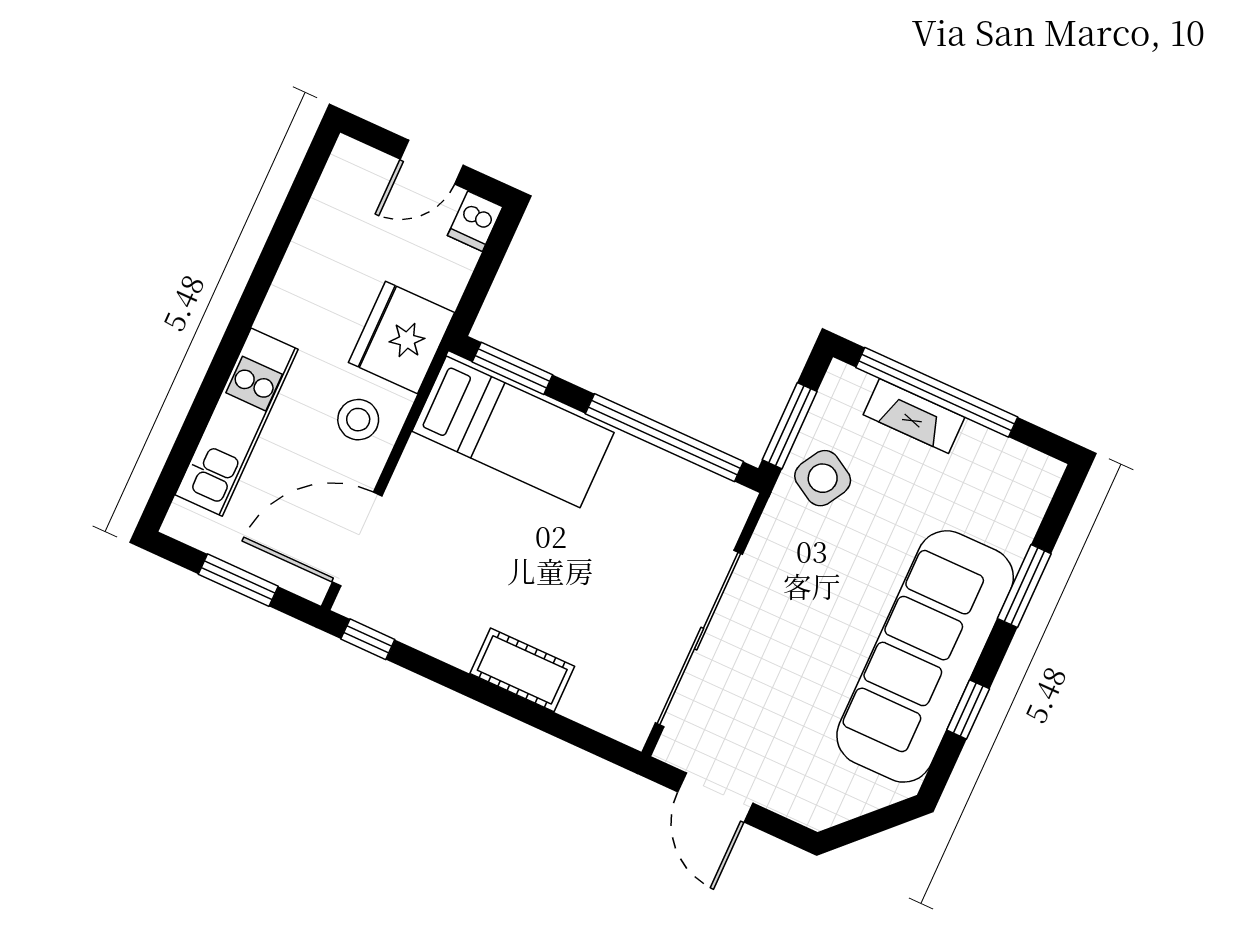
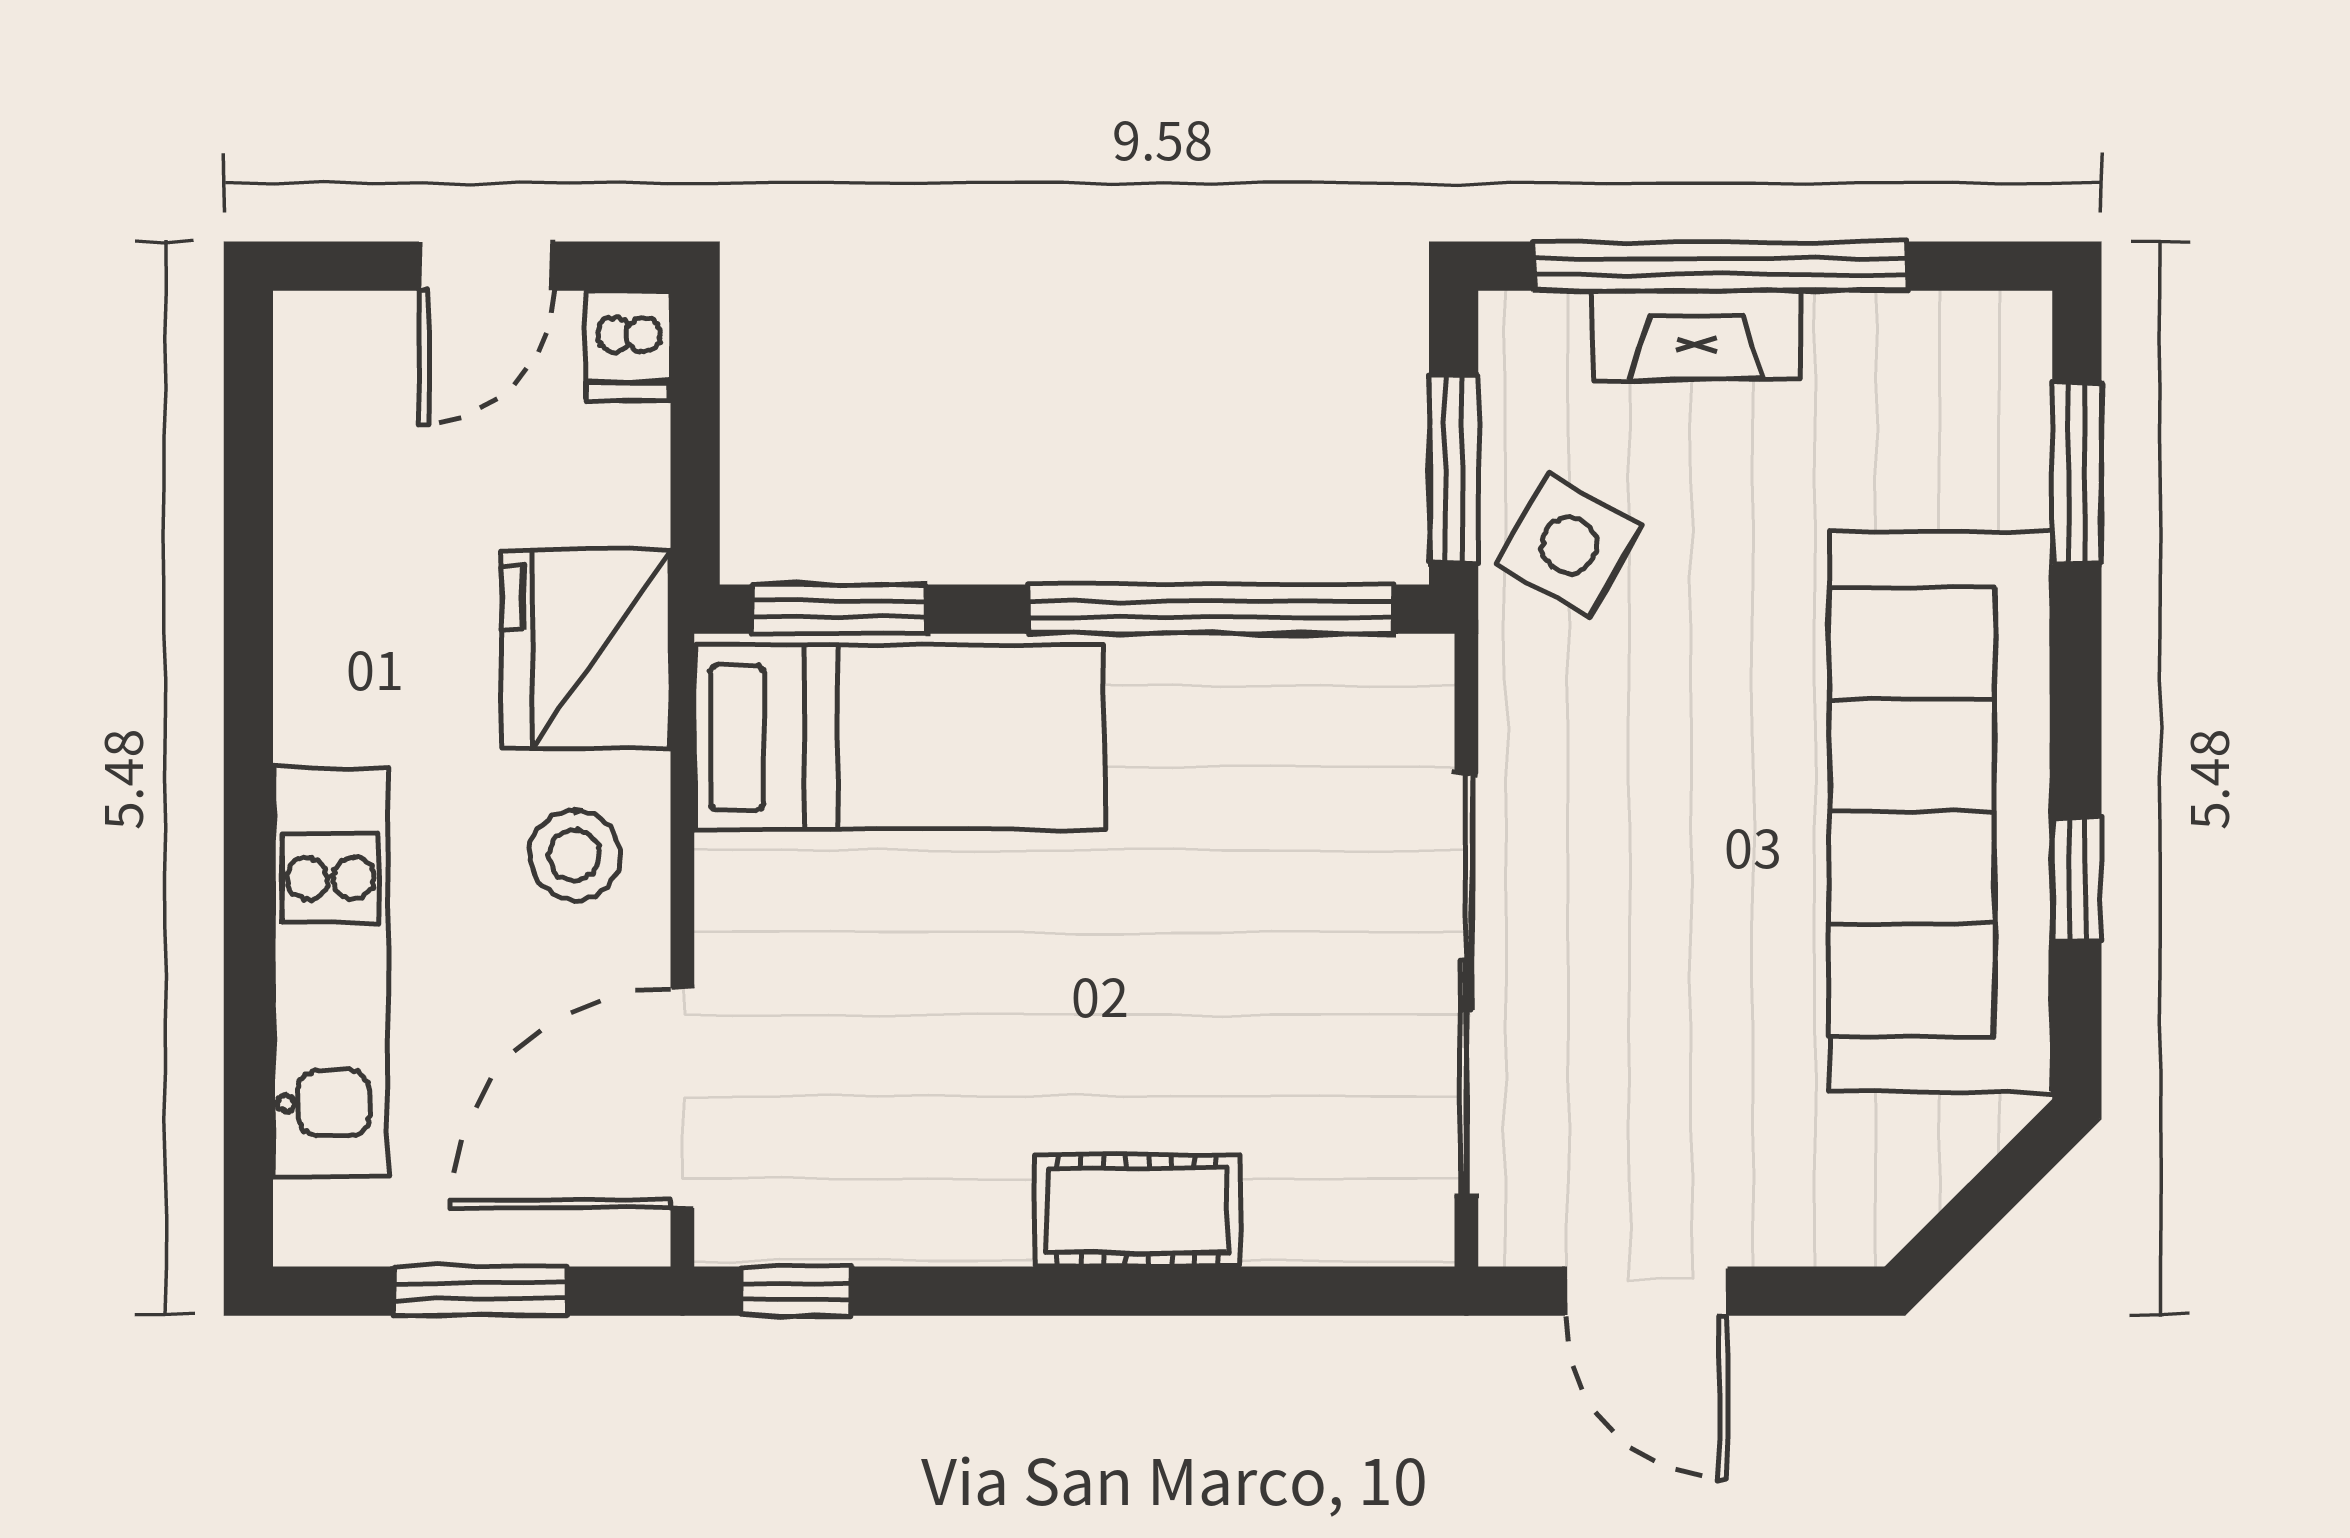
window: (1024, 586) -> (2077, 474), moved

